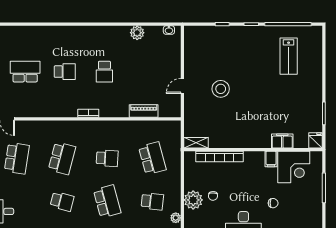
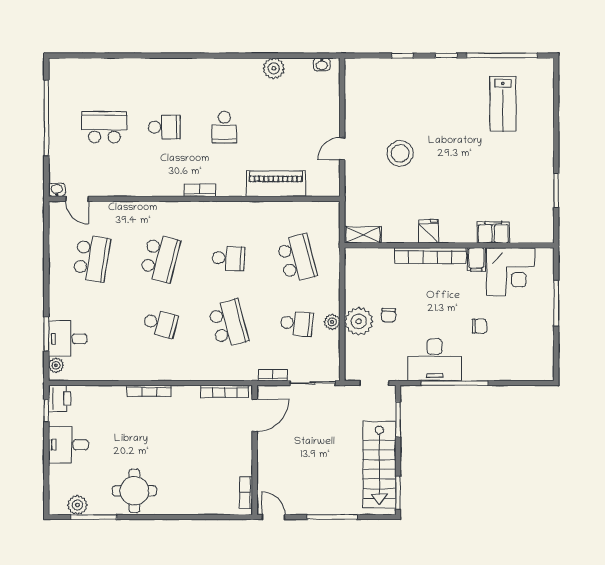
piano: (144, 111) -> (276, 184), width x1.37, depth x1.33
fridge: (316, 140) -> (429, 231), moved
bookcase: (219, 157) -> (430, 256), moved
plant: (176, 218) -> (332, 322), moved

